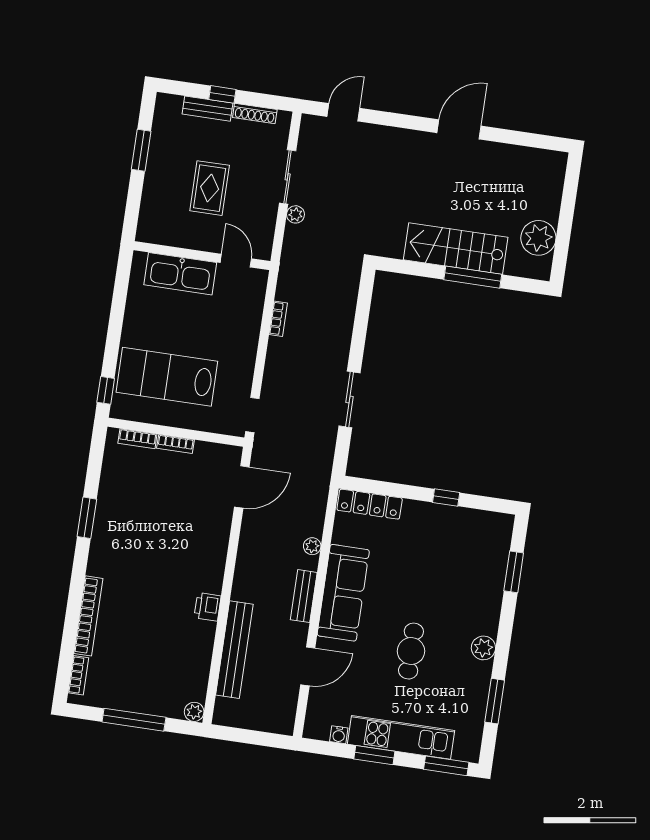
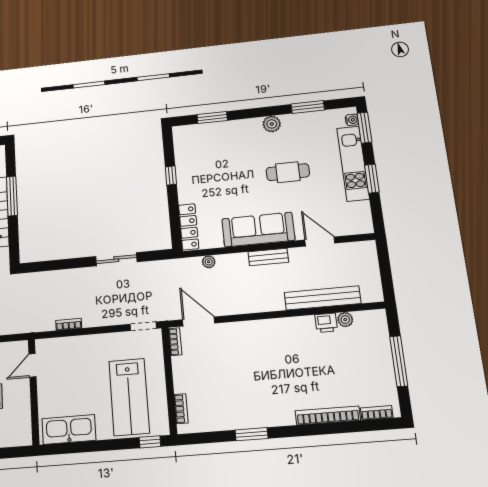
kitchen sink: (180, 274) -> (69, 429), moved, turned -90
bookcase: (175, 444) -> (175, 342), moved
plant: (312, 546) -> (209, 262), moved
printer: (208, 607) -> (326, 323), moved
plant: (194, 712) -> (345, 320), moved
water cooler: (339, 735) -> (352, 120), moved

